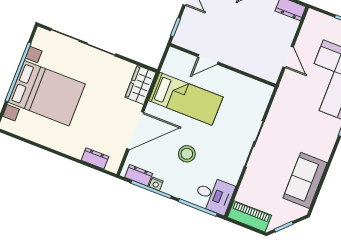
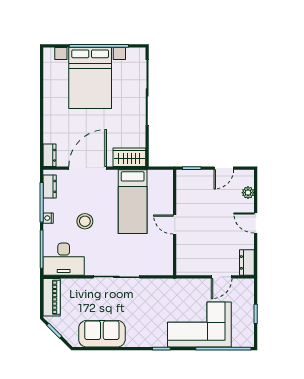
door: (288, 57) -> (222, 277), moved
door: (208, 59) -> (175, 225), moved
door: (135, 131) -> (88, 168), swing flipped
dresser: (95, 158) -> (50, 155), moved
nightstand: (156, 184) -> (48, 218), moved
desk: (214, 195) -> (64, 259), width x1.37

